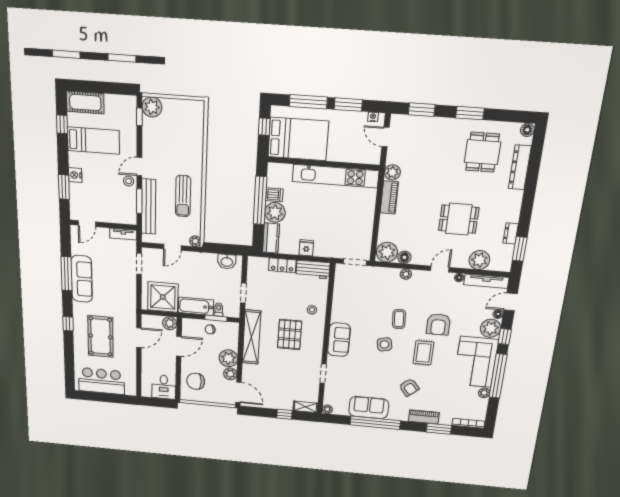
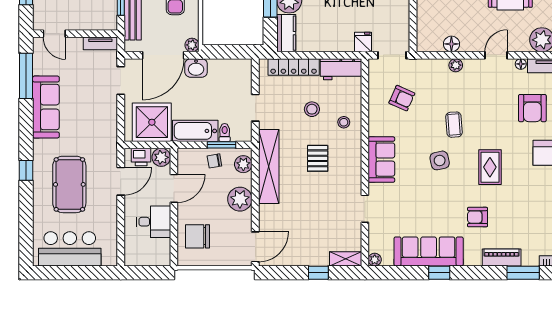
door: (87, 224) -> (54, 34), hinge flipped
door: (172, 247) -> (163, 55), width x1.88
fridge: (306, 248) -> (363, 42), moved
plant: (387, 252) -> (430, 39), removed
washbasin: (227, 262) -> (196, 68), moved
locker: (282, 265) -> (294, 67), width x1.53
window: (67, 274) -> (26, 76), moved
armchair: (360, 296) -> (402, 98), added
stool: (288, 298) -> (312, 109), added
printer: (154, 322) -> (141, 157), added
armchair: (438, 324) -> (532, 108), moved
pallet: (290, 335) -> (318, 158), width x0.67, depth x0.71
plant: (230, 374) -> (243, 164), moved
desk: (164, 387) -> (153, 222), moved, turned -90
armchair: (409, 387) -> (478, 217), turned 130
door: (238, 392) -> (255, 247), hinge flipped
sofa: (369, 408) -> (429, 251), width x1.36
window: (375, 423) -> (439, 273), width x0.32

